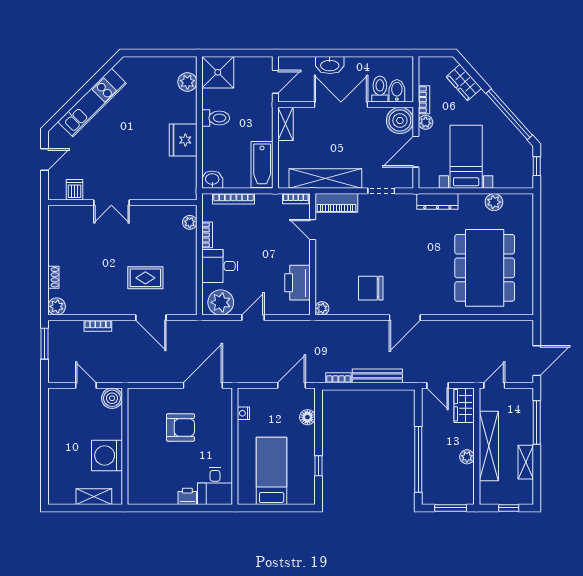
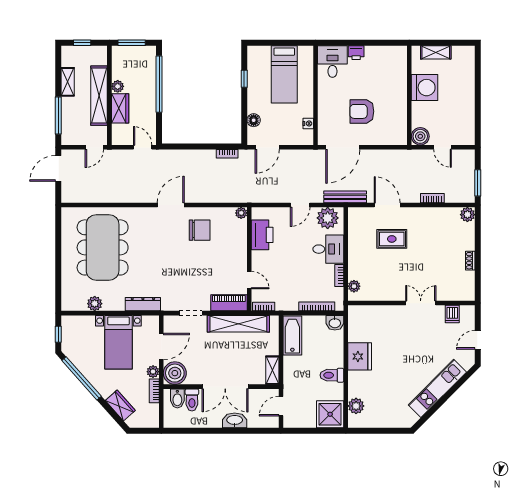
shoe rack: (53, 277) -> (470, 261), moved
bench: (377, 376) -> (345, 197), moved
wardrobe: (464, 405) -> (120, 108), moved

